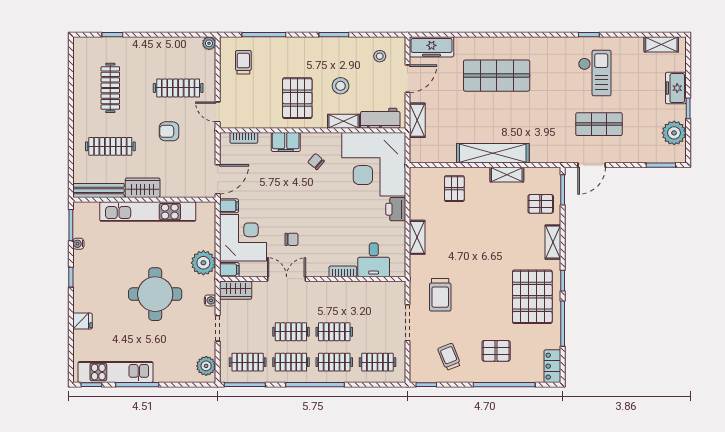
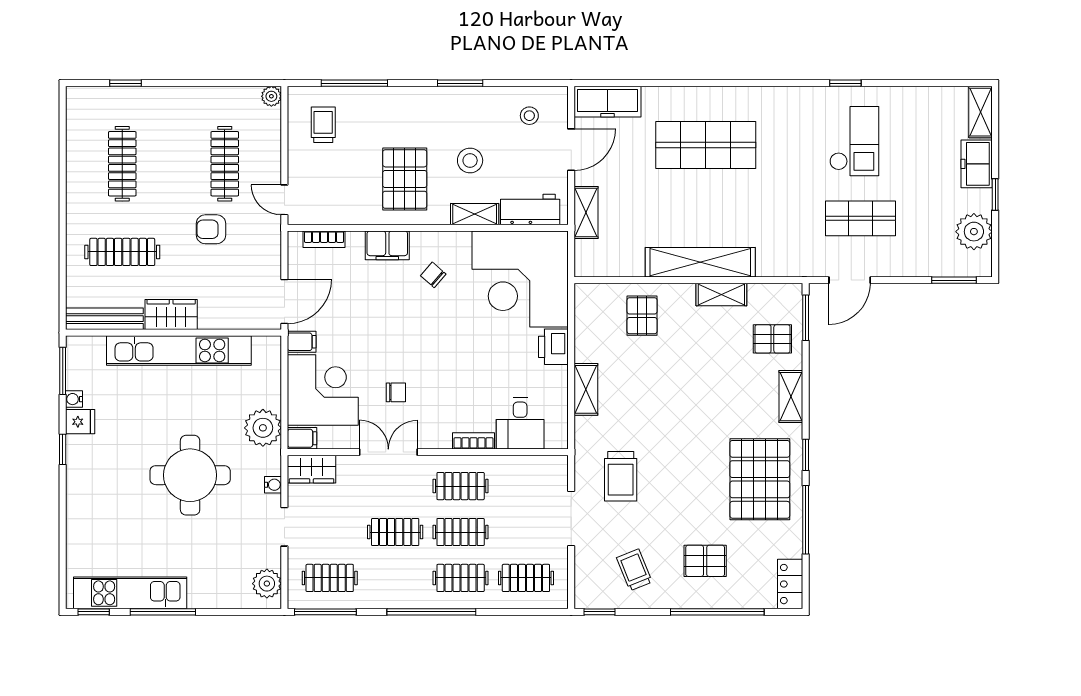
shelving: (661, 44) -> (980, 112), moved, turned 90
clothes rail: (178, 88) -> (225, 164), turned 90
fridge: (82, 321) -> (80, 422), moved
clothes rail: (291, 362) -> (461, 486), moved

